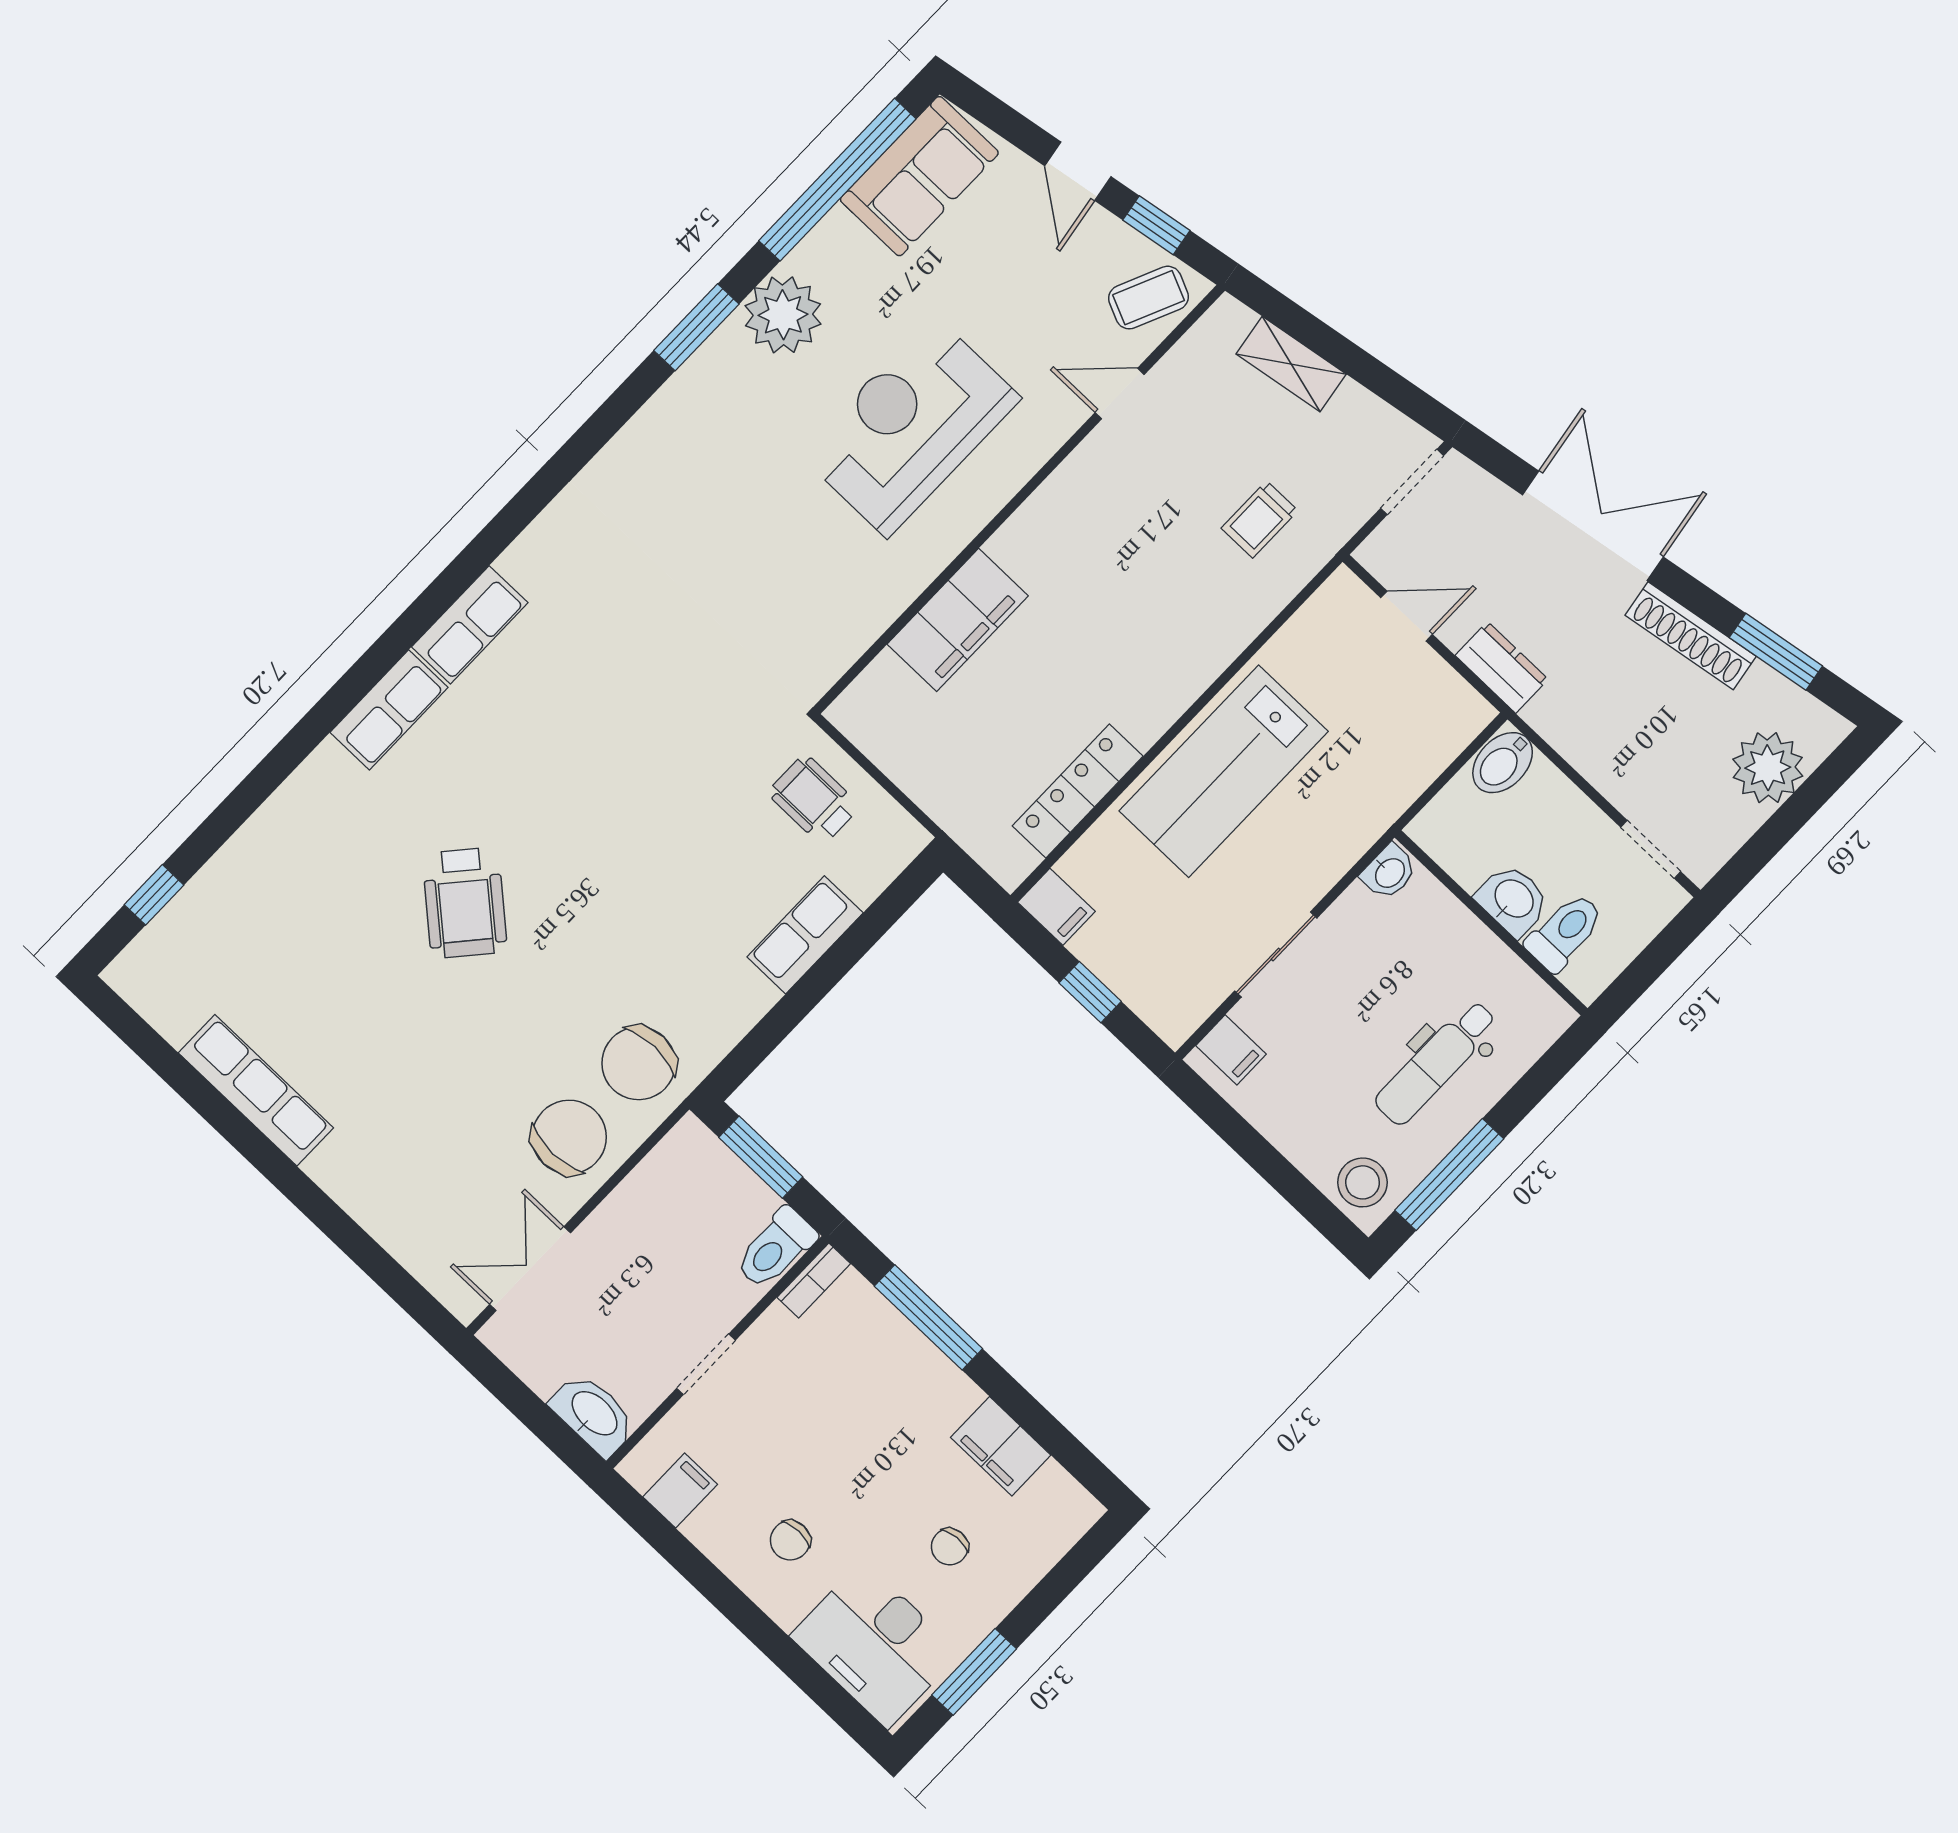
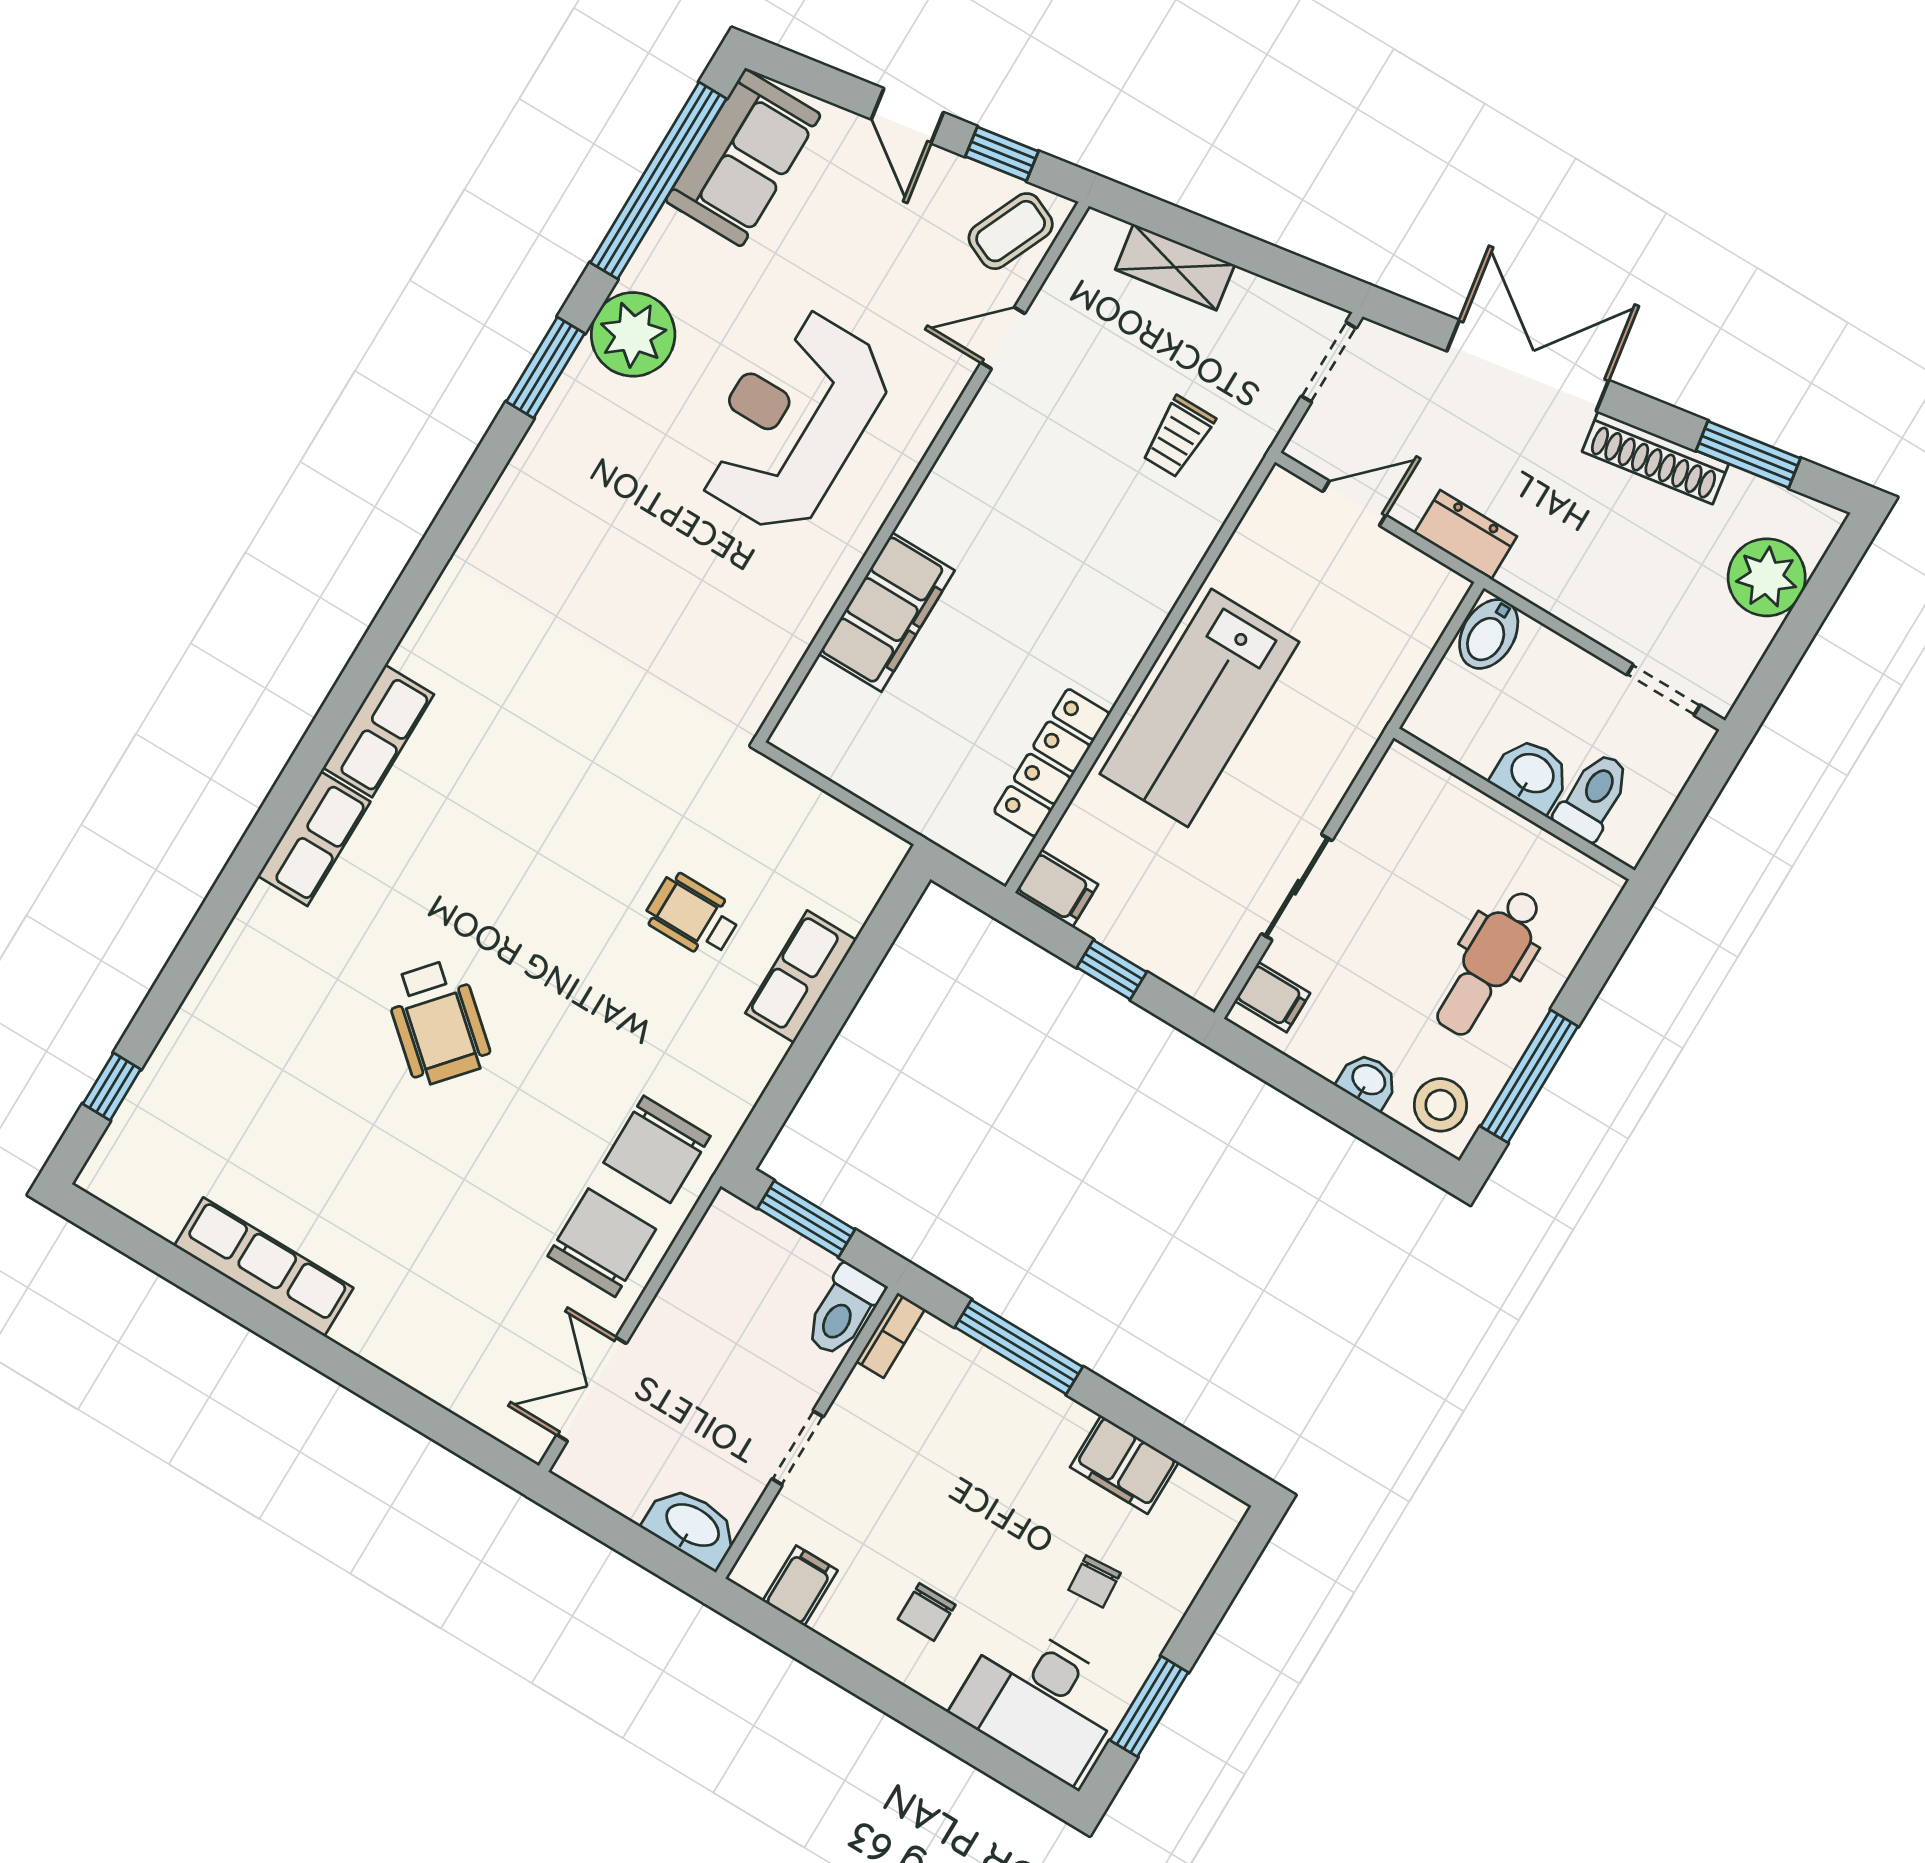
wheelchair: (814, 799) -> (693, 916), moved
washbasin: (1389, 872) -> (1368, 1081), moved, turned -90

